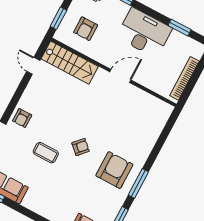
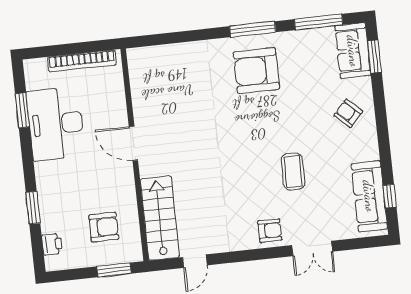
desk: (144, 33) -> (56, 124), moved
armchair: (81, 147) -> (348, 113), moved

